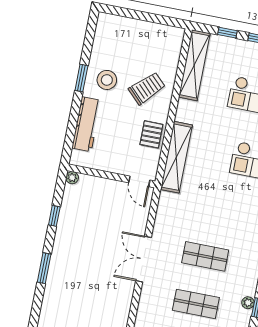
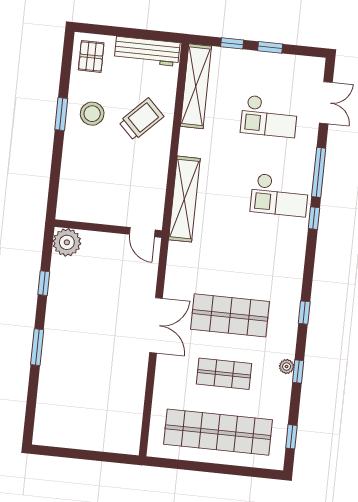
workbench: (86, 124) -> (147, 51), moved, turned 90
pallet: (151, 134) -> (91, 56), moved
plant: (72, 178) -> (67, 242), width x1.87, depth x1.87
shop shelf: (205, 256) -> (230, 315), width x1.43, depth x1.36
double door: (144, 259) -> (156, 325), swing flipped

